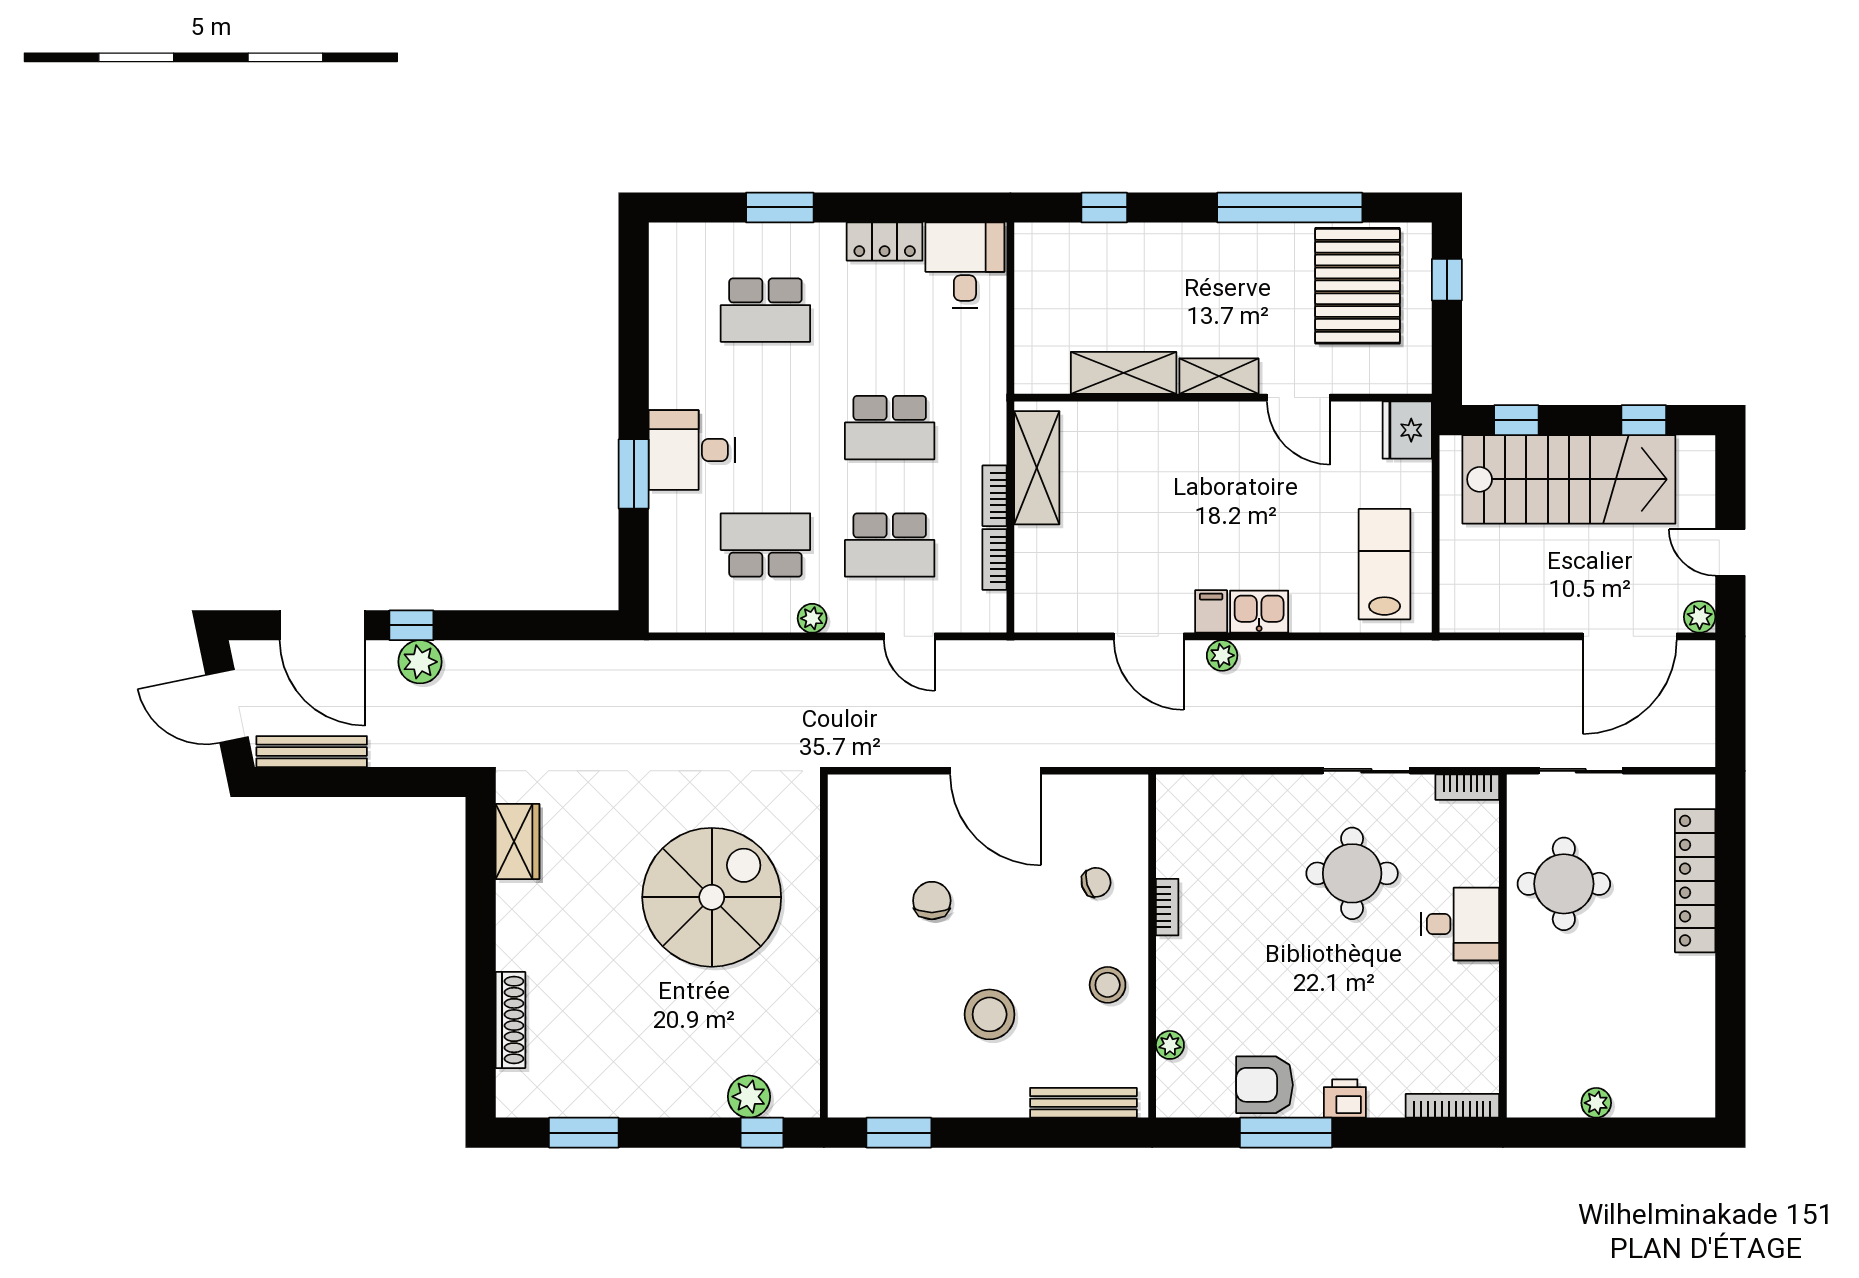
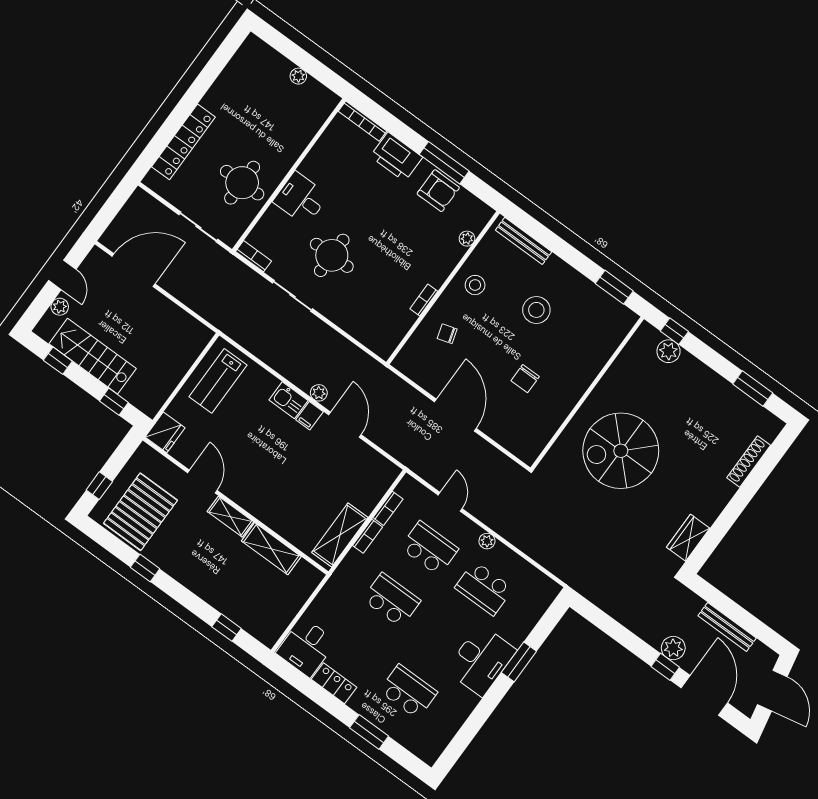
window: (1290, 207) -> (145, 568), width x0.32
desk: (692, 450) -> (481, 660), width x1.37
stairs: (1569, 479) -> (93, 356), width x0.73, depth x0.66
plant: (1700, 617) -> (60, 307), moved
bench: (312, 752) -> (727, 627), moved
printer: (1345, 1099) -> (396, 157), width x1.87, depth x1.48

